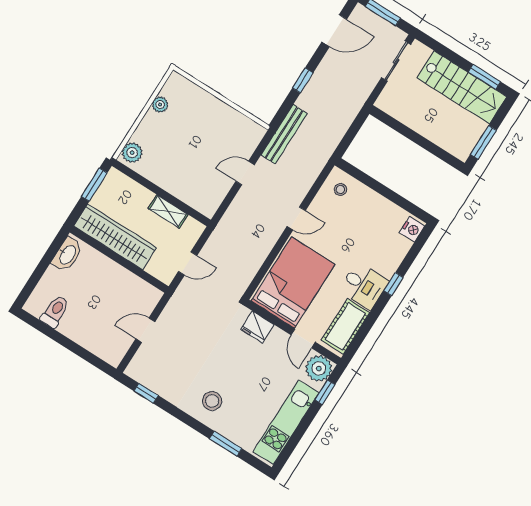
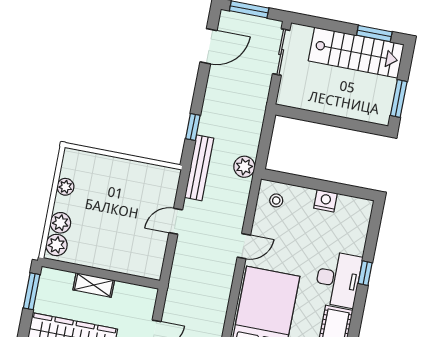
window: (303, 80) -> (193, 127), moved
plant: (143, 134) -> (60, 223), added
plant: (324, 149) -> (244, 167), added
shelving: (168, 211) -> (94, 285), moved
nightstand: (412, 229) -> (326, 201), moved, turned -90
desk: (364, 286) -> (338, 279), width x1.37

